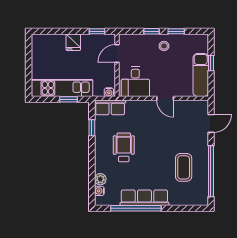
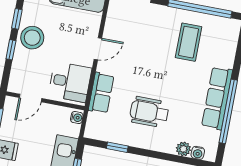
stool: (164, 46) -> (32, 38), width x1.89, depth x1.89
door: (117, 53) -> (30, 98), hinge flipped
row of seats: (110, 107) -> (101, 93), moved
coffee table: (184, 167) -> (189, 42), turned 90

